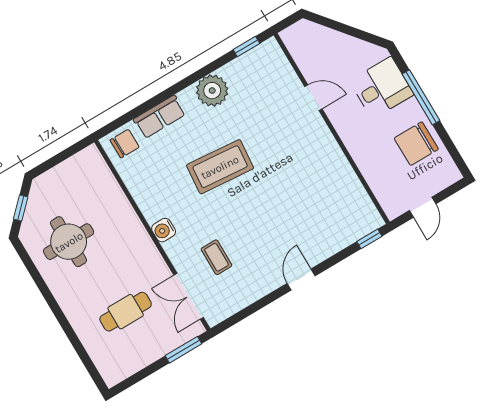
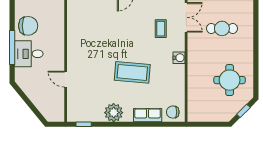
desk: (382, 88) -> (29, 54), moved

